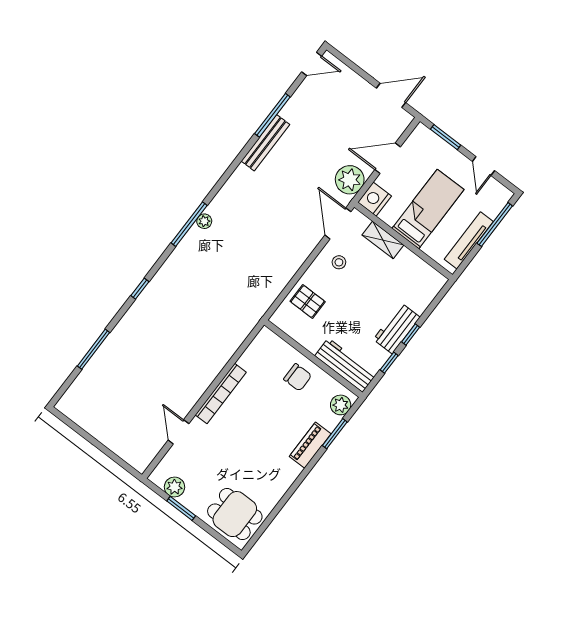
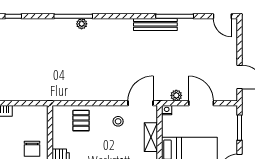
plant: (350, 180) -> (176, 95), width x0.53, depth x0.53
nightstand: (375, 199) -> (167, 110), width x0.53, depth x0.56

